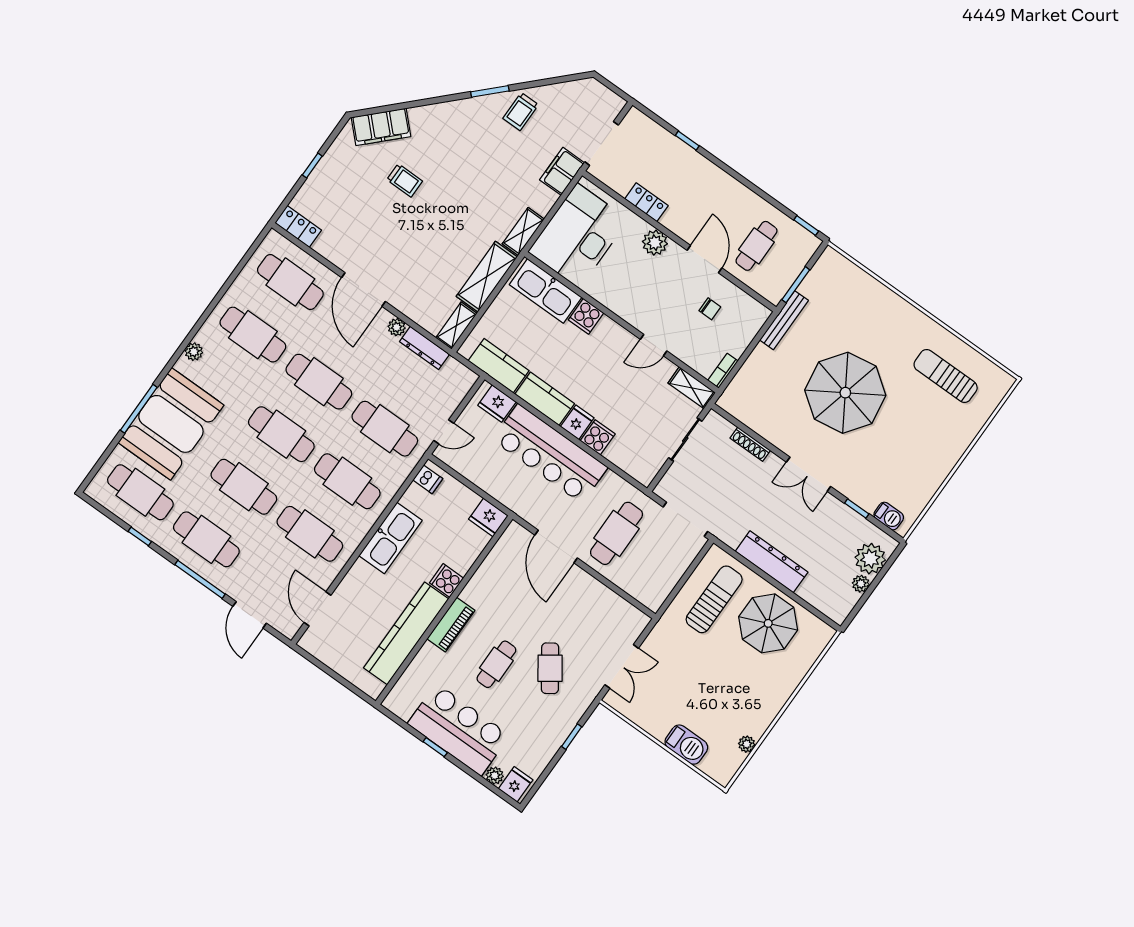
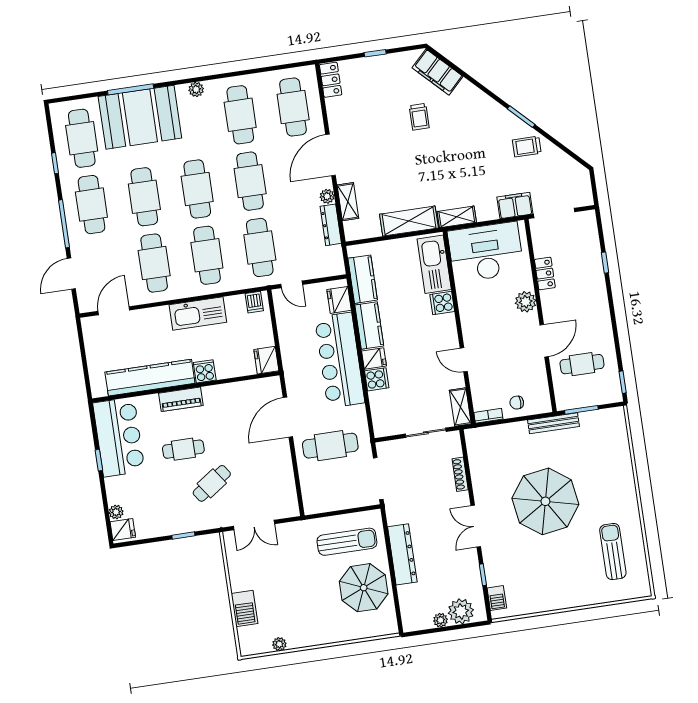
chair: (710, 309) -> (517, 403), moved, turned 90
shelving: (456, 326) -> (348, 202), moved, turned 90
bar counter: (459, 730) -> (119, 437), moved

